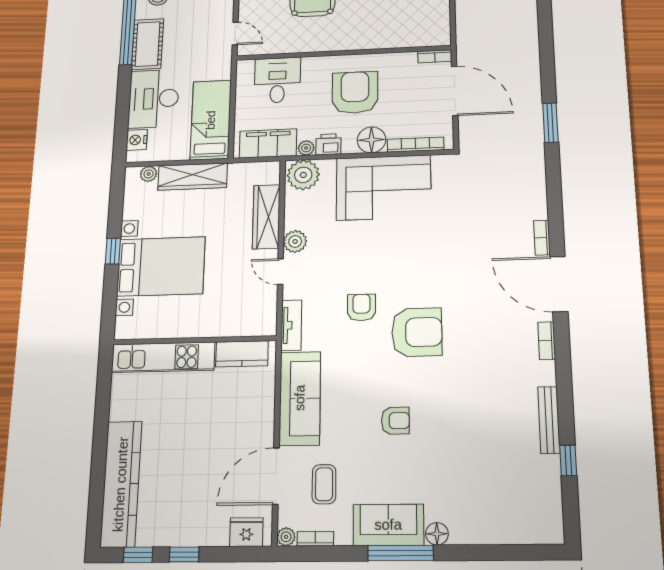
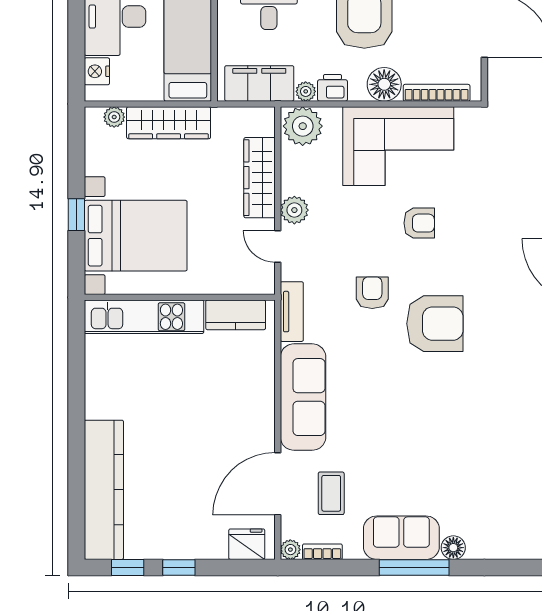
wall: (194, 340) -> (180, 297), moved
kitchen counter: (242, 354) -> (236, 315), moved
kitchen unit: (163, 357) -> (144, 317), moved
armchair: (395, 421) -> (419, 223), moved

